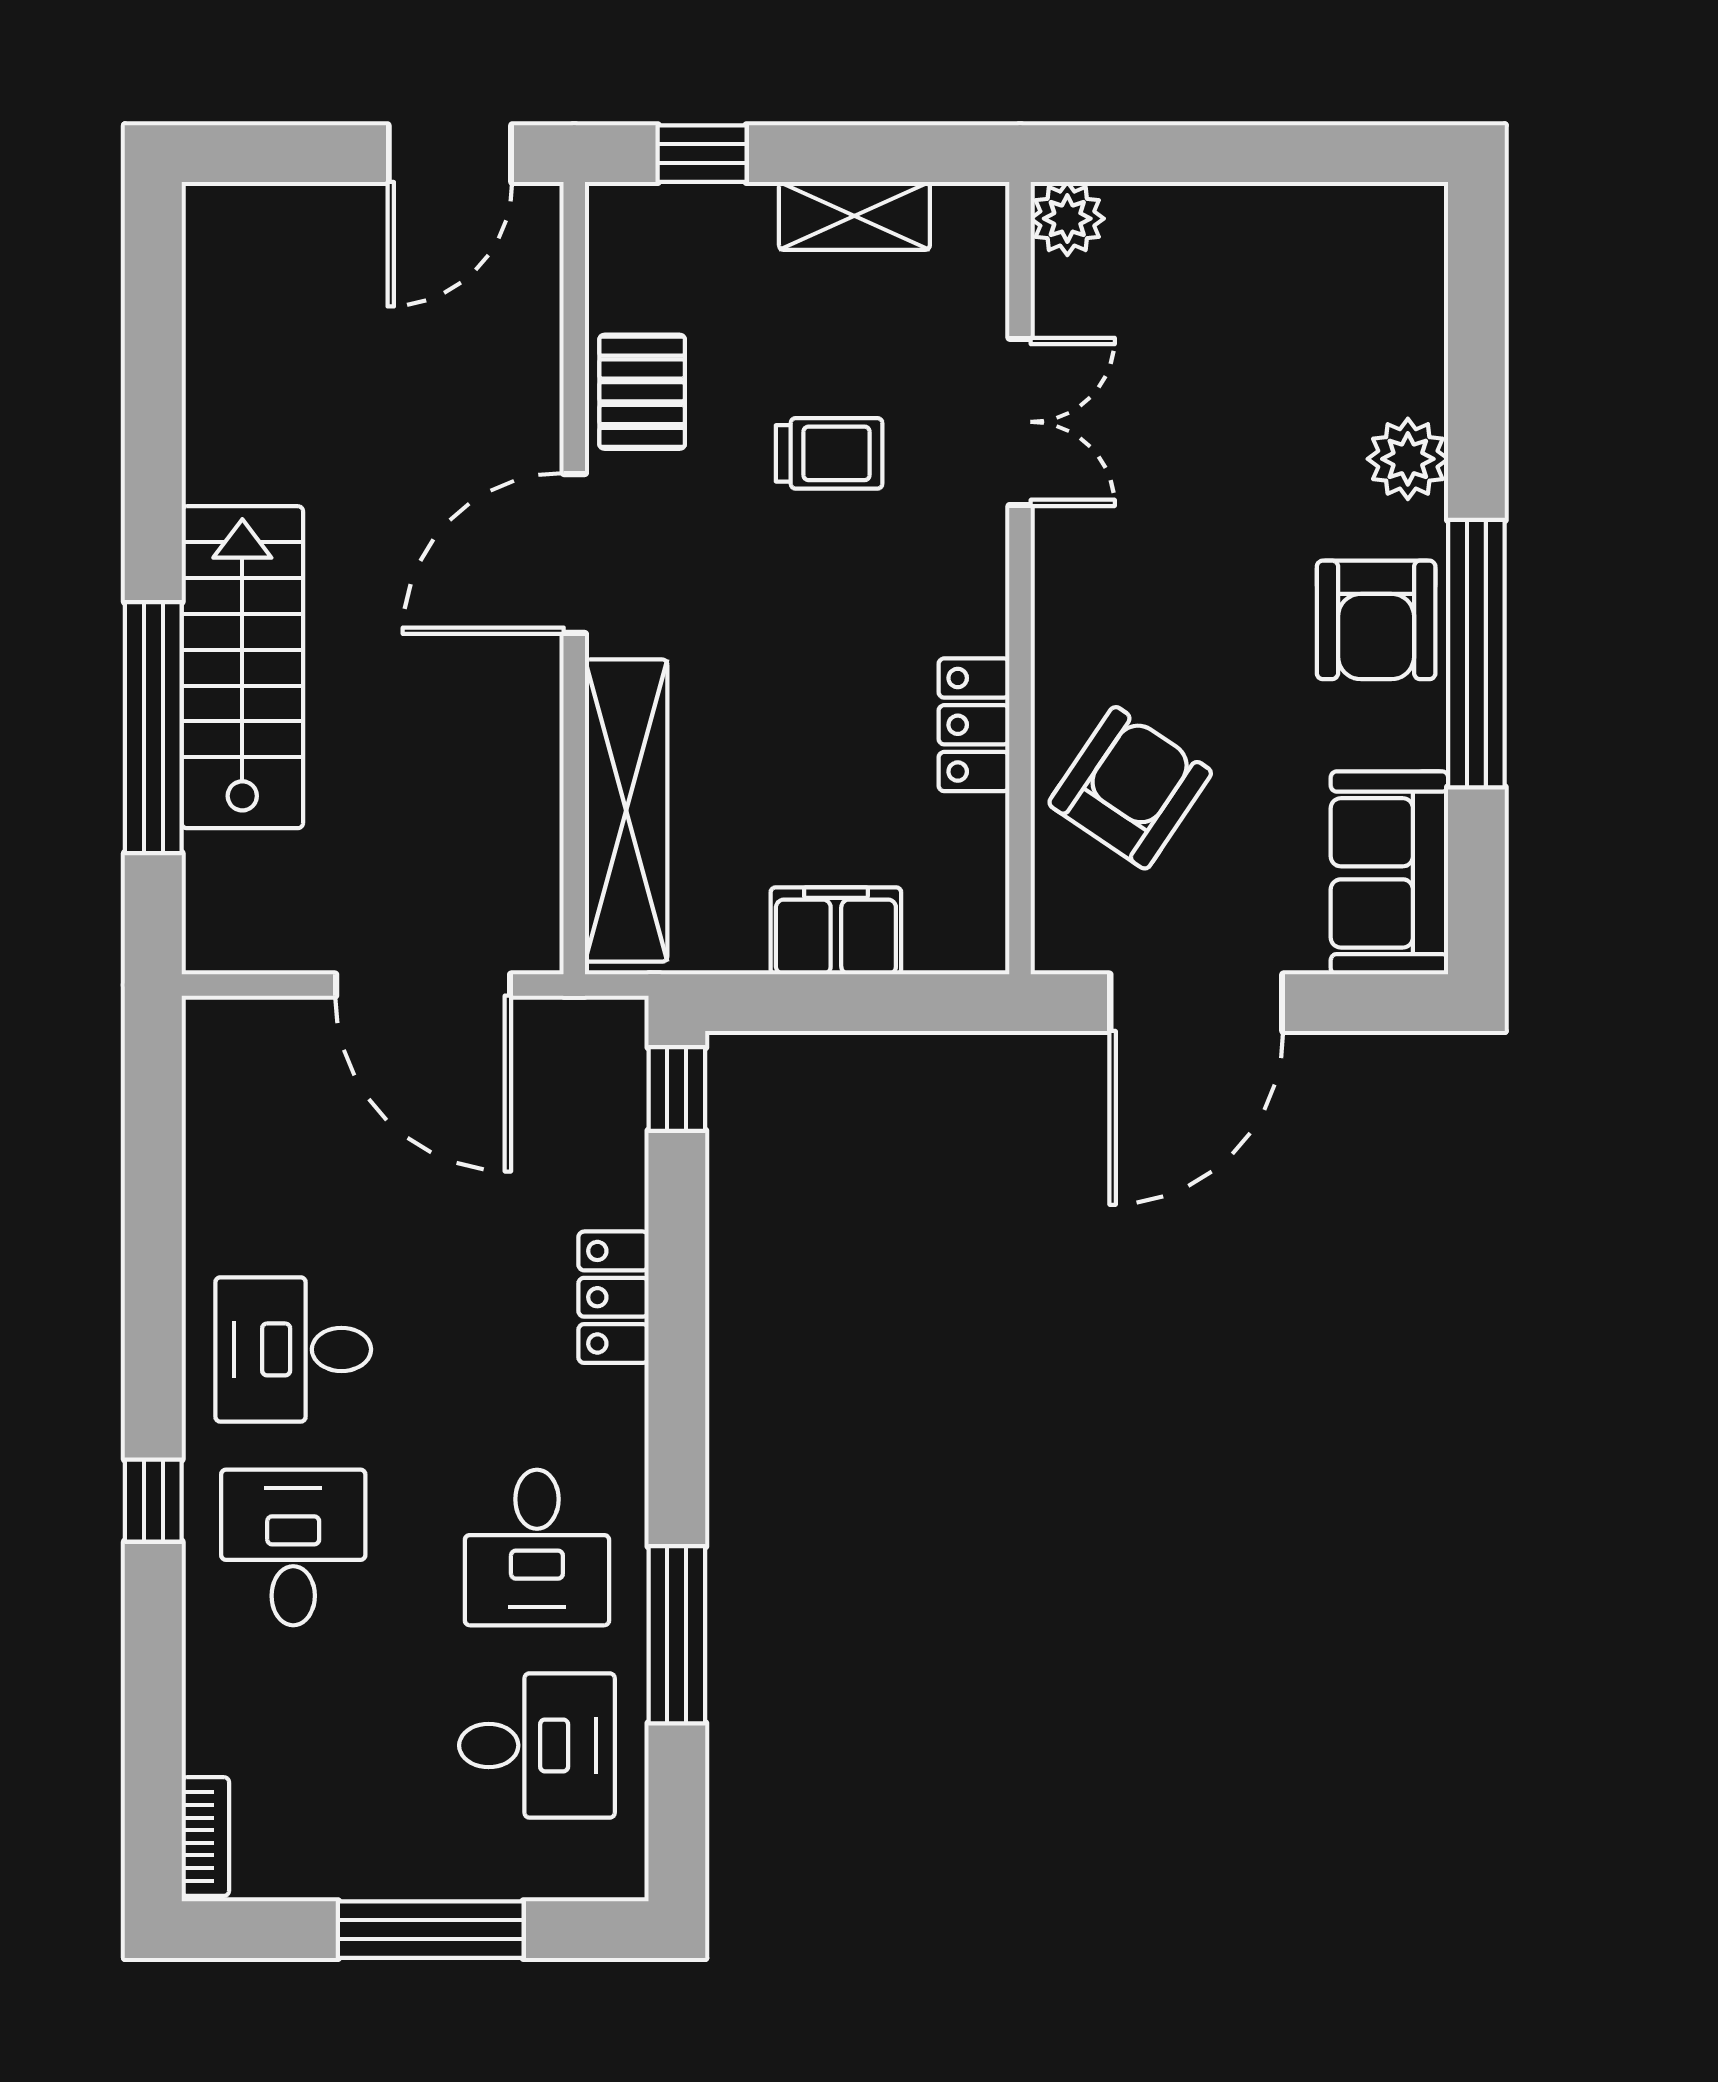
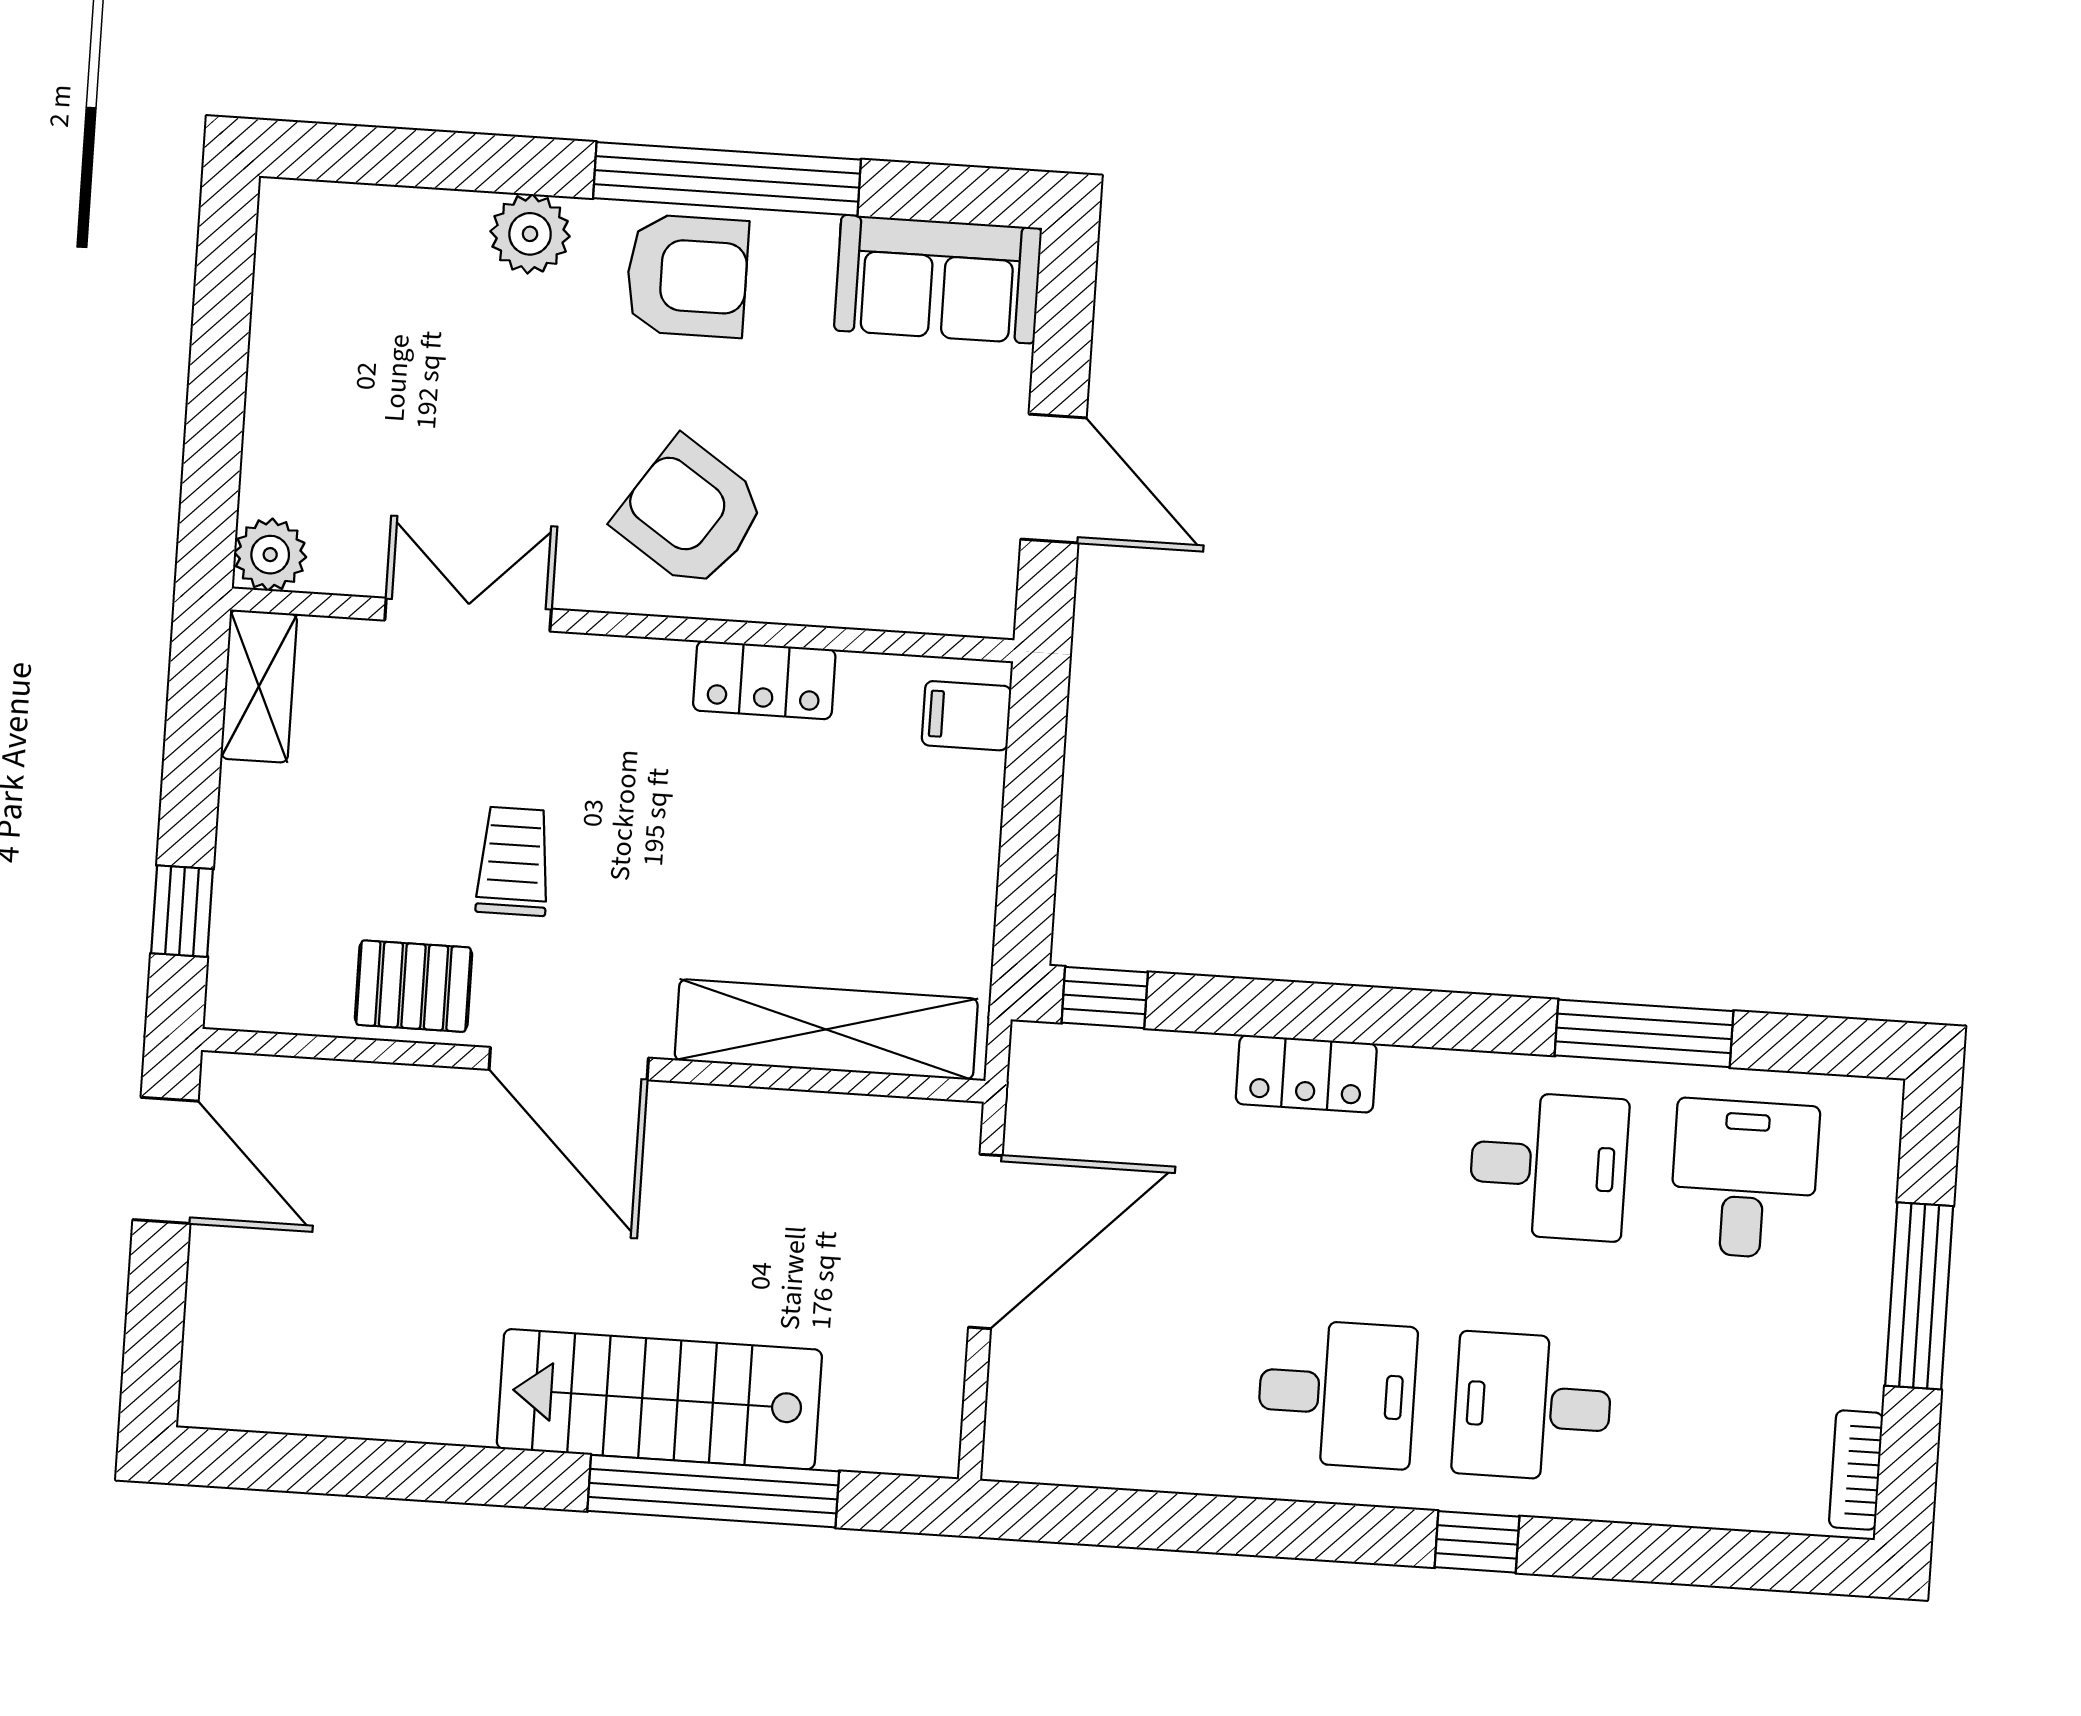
shelving: (854, 216) -> (259, 686), moved
trolley: (829, 453) -> (514, 861), moved
armchair: (1130, 788) -> (690, 514), moved
filing cabinet: (836, 931) -> (966, 716), moved, width x0.50
door: (1196, 1003) -> (1054, 479), width x0.73
desk: (293, 1349) -> (1337, 1394), turned -90
bookcase: (205, 1837) -> (1856, 1470), moved, turned -90

